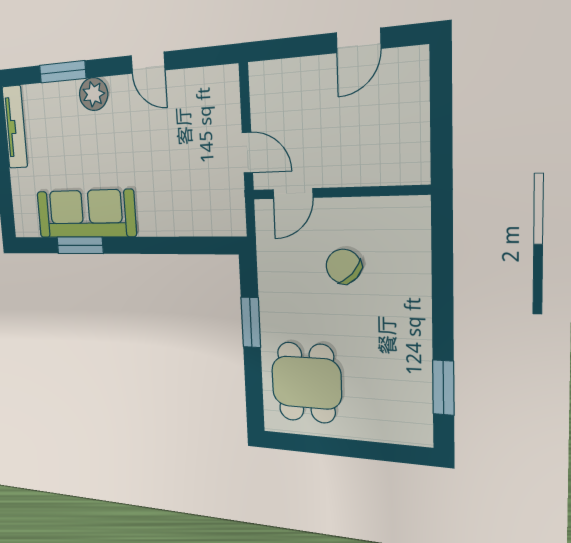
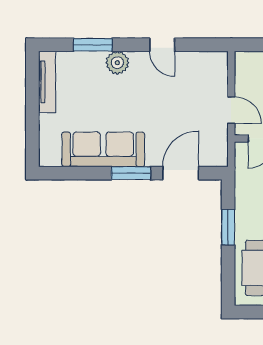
window: (80, 245) -> (131, 173), moved
door: (183, 245) -> (181, 173), added

